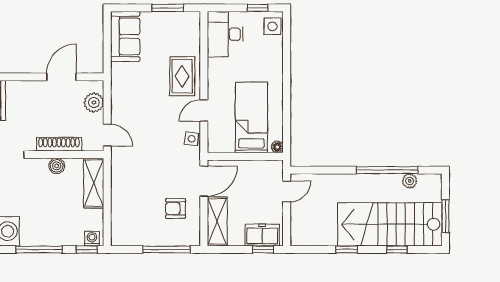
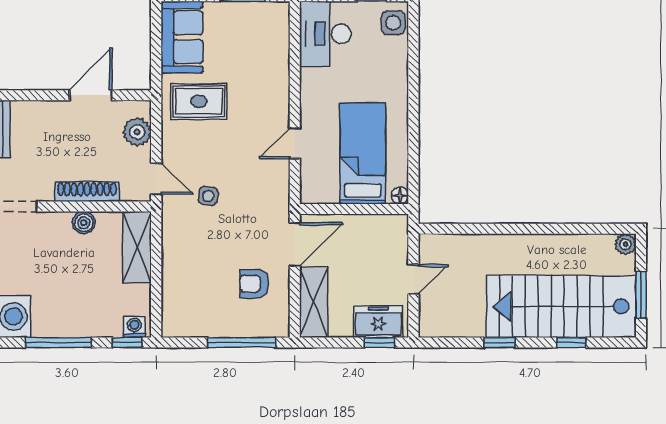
rug: (182, 76) -> (199, 101), moved, turned 90
side table: (192, 139) -> (208, 196), moved
window: (387, 170) -> (558, 229), removed
plant: (410, 181) -> (625, 244), moved
door: (287, 191) -> (413, 279), moved

